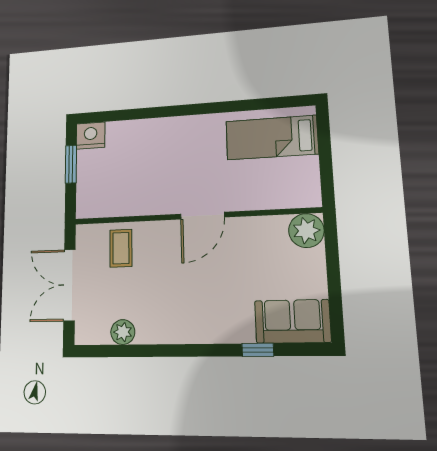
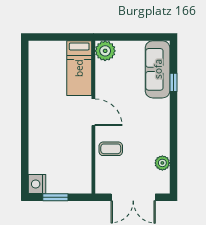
bed: (272, 138) -> (79, 68), moved
coffee table: (121, 248) -> (111, 149), moved
sofa: (293, 321) -> (158, 69), width x1.36

